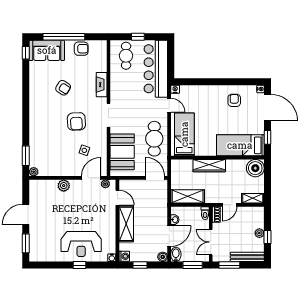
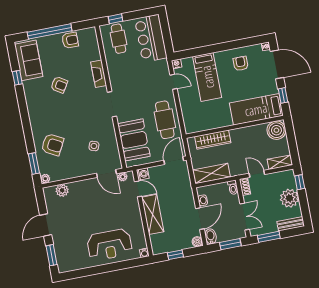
window: (138, 37) -> (115, 19), moved
sofa: (47, 50) -> (29, 60), moved, turned -90
window: (26, 53) -> (17, 78), moved
bar counter: (156, 69) -> (151, 38), width x0.73
armchair: (76, 121) -> (52, 145), moved, turned -59
bed: (184, 134) -> (207, 77), moved, turned 180
wardrobe: (209, 166) -> (213, 140), moved
door: (91, 178) -> (106, 174), swing flipped
door: (155, 178) -> (174, 161), hinge flipped
plant: (64, 186) -> (62, 190), moved
door: (229, 205) -> (257, 174), swing flipped
plant: (259, 233) -> (289, 198), width x1.87, depth x1.87
window: (267, 237) -> (300, 182), moved
double door: (211, 242) -> (245, 217), swing flipped
washing machine: (124, 256) -> (143, 174), moved
bench: (247, 257) -> (291, 224), width x0.73
window: (80, 265) -> (112, 267), removed

